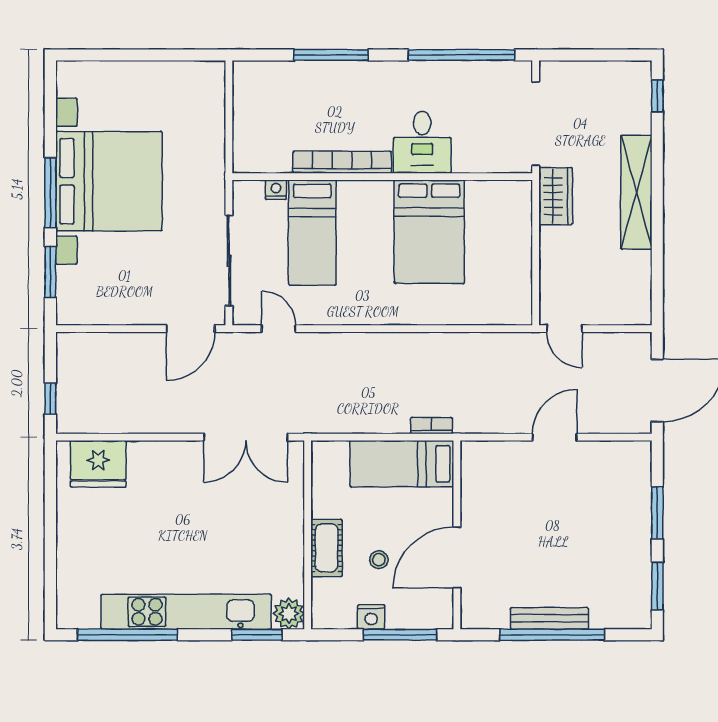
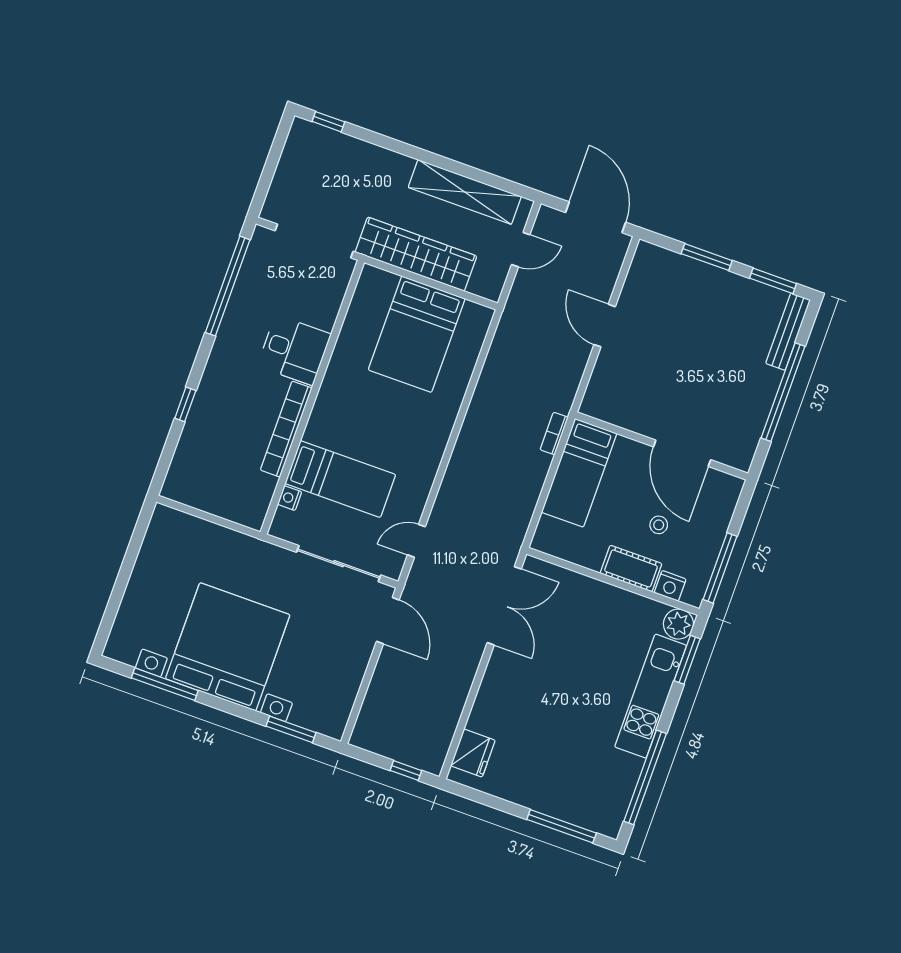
window: (331, 55) -> (185, 404), width x0.46
shelving: (636, 192) -> (465, 192), moved
window: (50, 193) -> (165, 684), moved
wardrobe: (556, 196) -> (416, 254), width x2.10, depth x1.17
bed: (429, 232) -> (417, 334), moved, turned 90
door: (564, 329) -> (521, 250), moved
fridge: (98, 464) -> (473, 753), width x0.73, depth x0.75
window: (50, 570) -> (562, 826), added
kitchen unit: (186, 612) -> (651, 696), width x0.73
nightstand: (371, 617) -> (670, 586), moved, turned 90
bench: (549, 618) -> (788, 332), moved
window: (400, 635) -> (720, 568), moved

